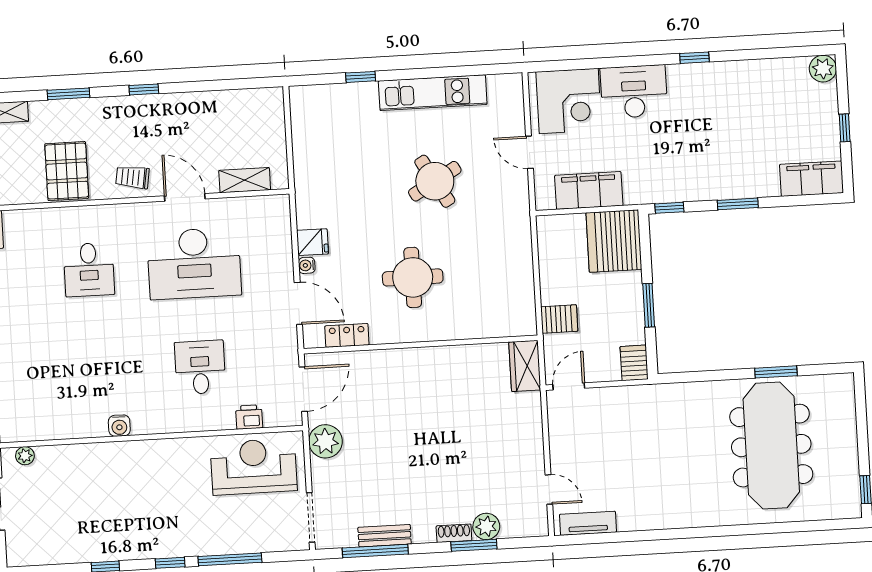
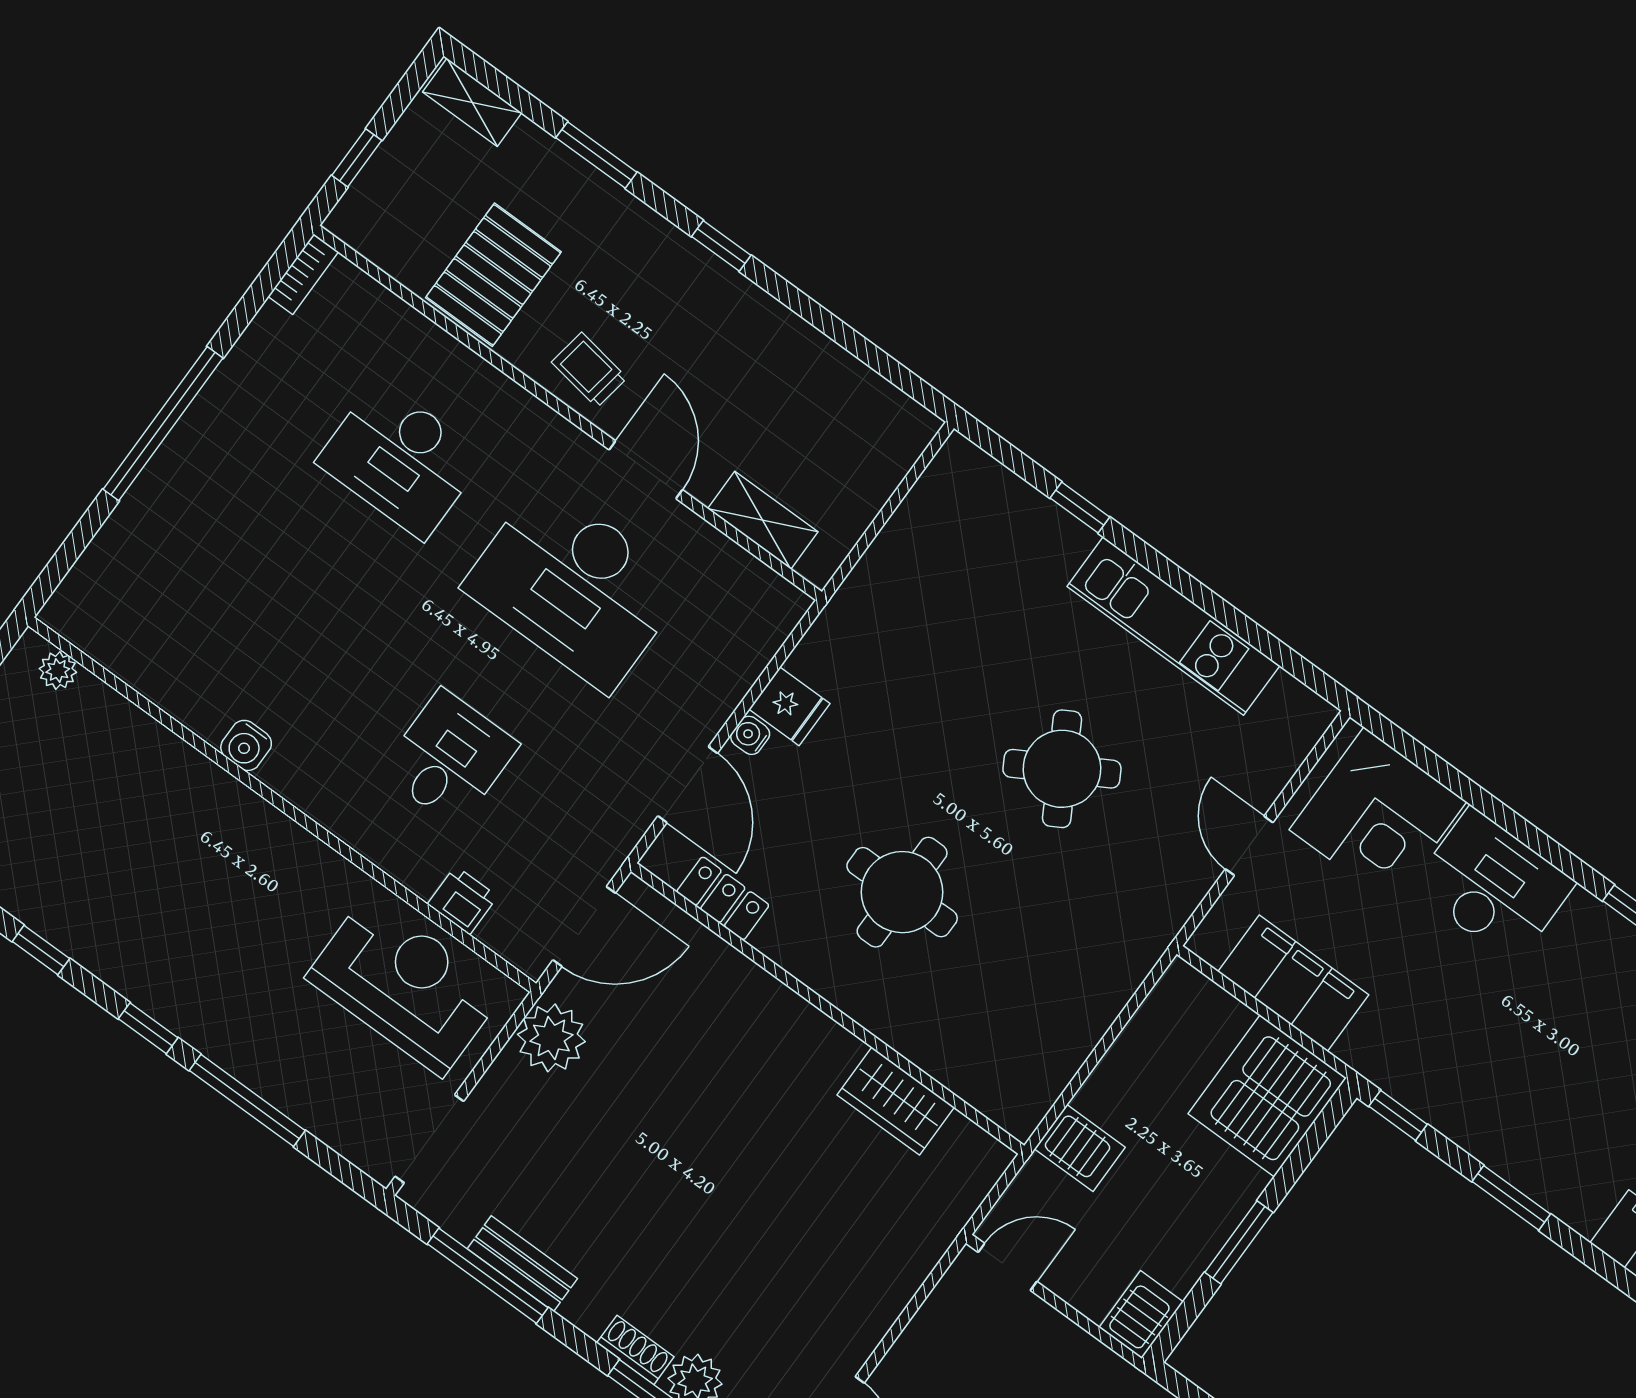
desk: (89, 270) -> (401, 459), width x1.37
wardrobe: (525, 366) -> (896, 1101), moved, turned -90

